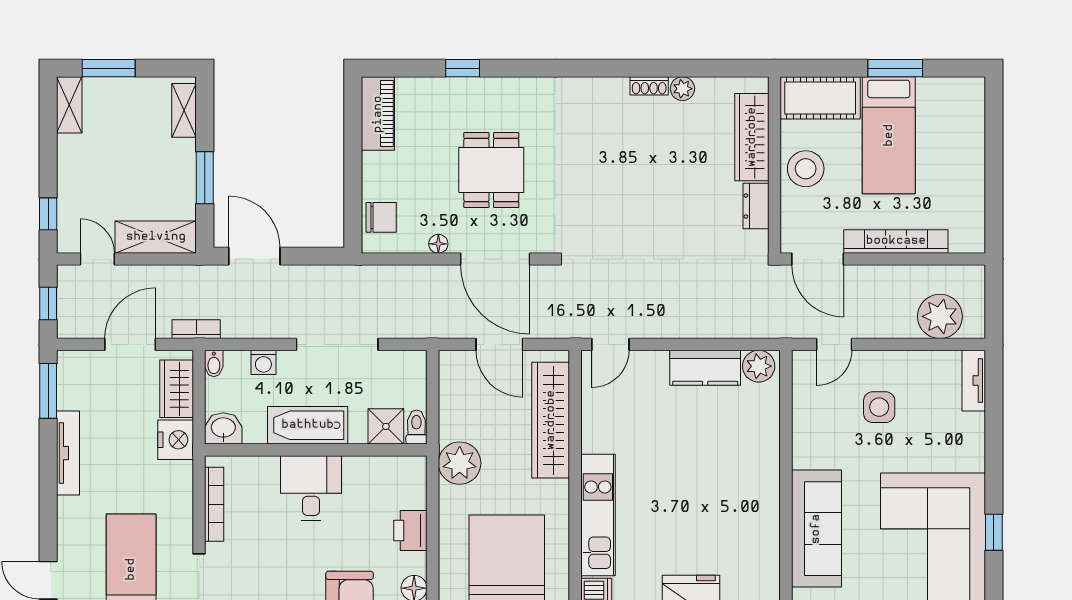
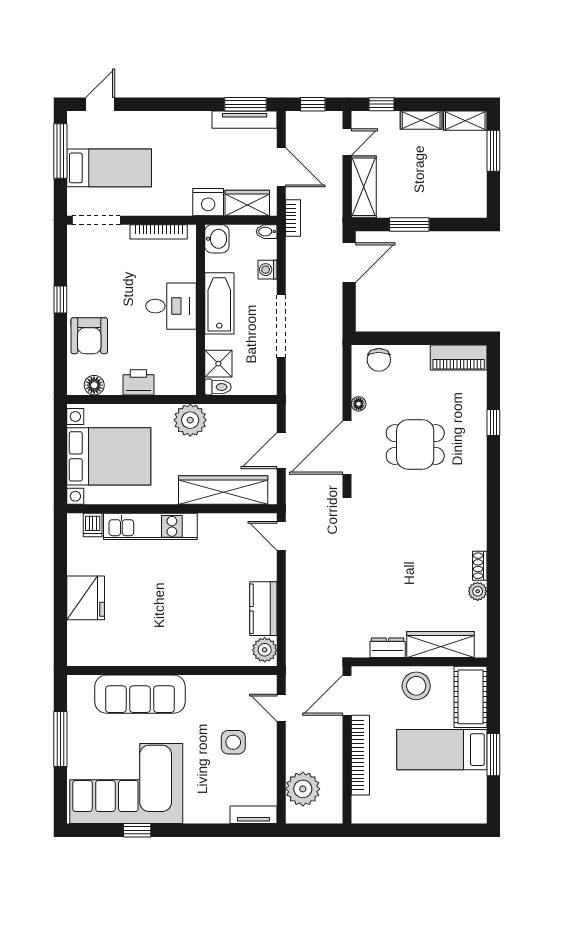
shelving: (184, 110) -> (421, 120), moved
tv unit: (68, 453) -> (245, 120), moved

